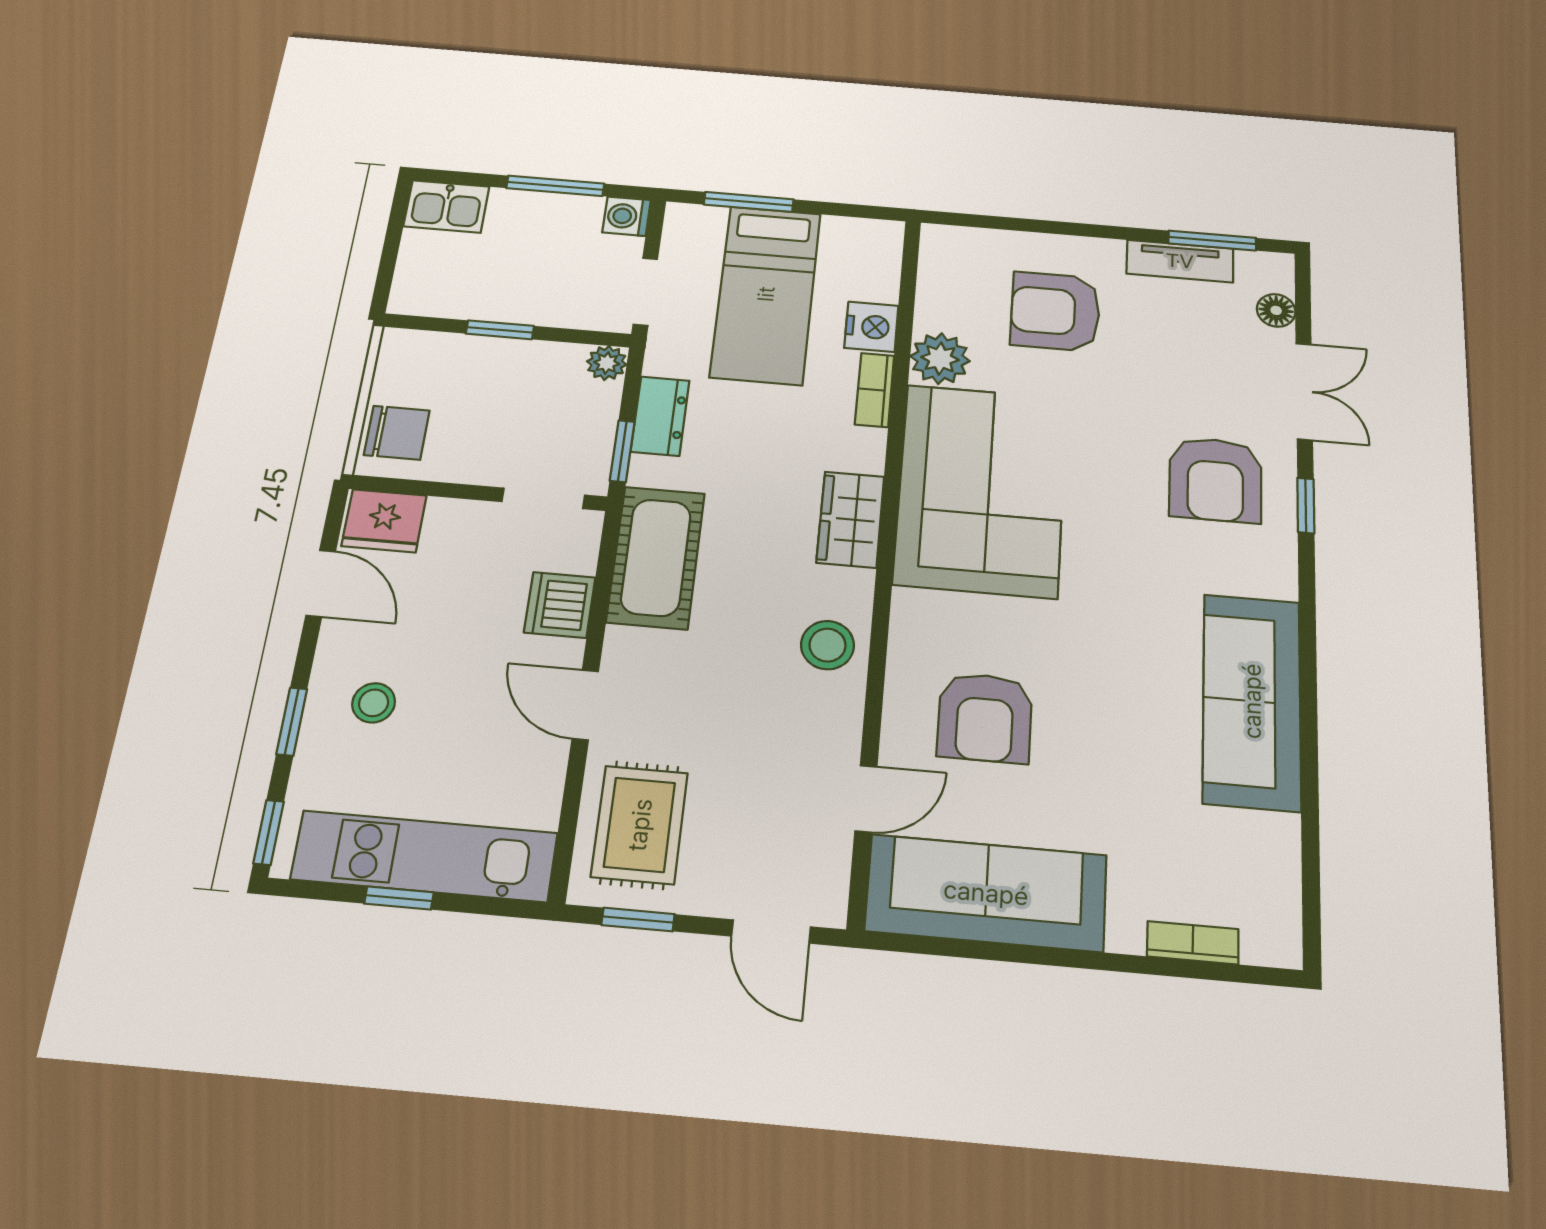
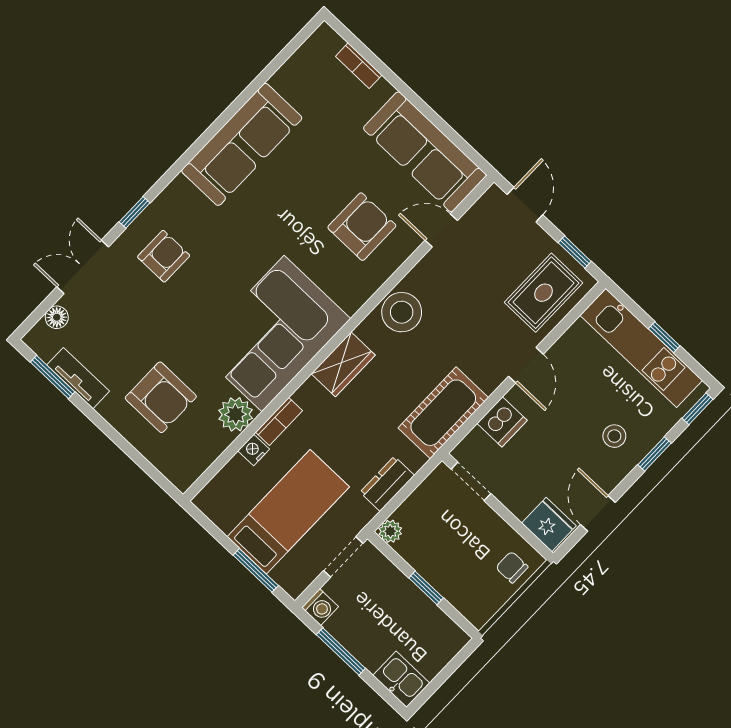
nightstand: (871, 327) -> (254, 450), width x0.72, depth x0.74
chair: (397, 433) -> (512, 567), width x0.73, depth x0.73
window: (622, 451) -> (418, 479), removed
armchair: (1215, 480) -> (164, 256), width x0.72, depth x0.72
stool: (827, 645) -> (402, 312), width x1.38, depth x1.38

